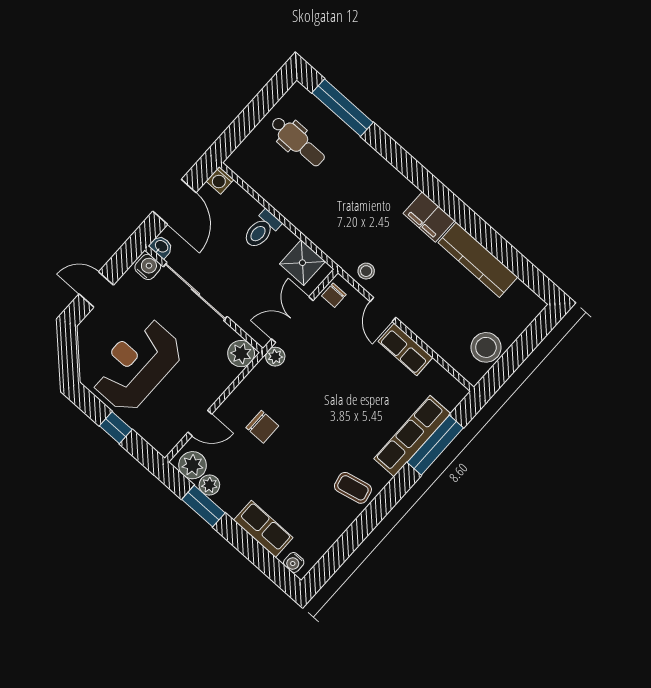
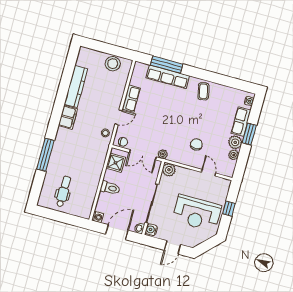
window: (343, 108) -> (45, 155), moved
door: (96, 289) -> (172, 247), hinge flipped
plant: (193, 465) -> (235, 142), moved
window: (203, 506) -> (249, 134), moved

